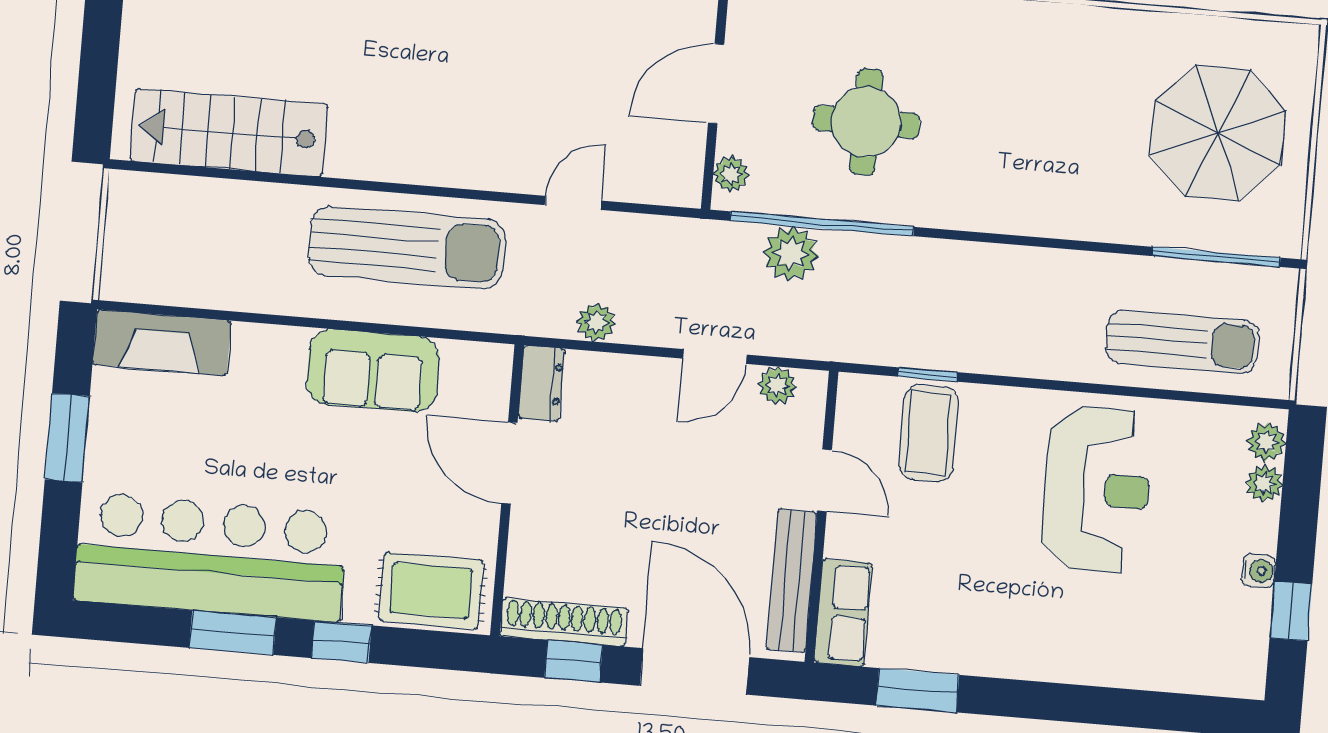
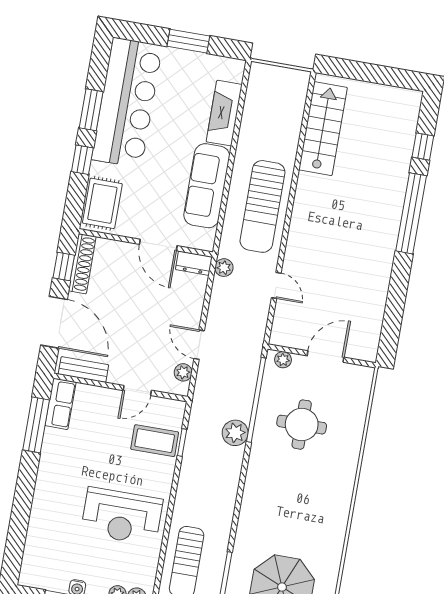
door: (716, 84) -> (326, 357), hinge flipped
plant: (791, 254) -> (235, 433), moved
plant: (596, 322) -> (224, 268), moved
fireplace: (162, 343) -> (224, 113), moved
sofa: (373, 371) -> (207, 186), width x1.36
door: (509, 463) -> (158, 245), swing flipped
bench: (792, 581) -> (83, 369), width x0.73
row of seats: (843, 613) -> (60, 404), moved, turned -90
door: (695, 671) -> (54, 322), hinge flipped
window: (918, 690) -> (36, 425), width x1.44

